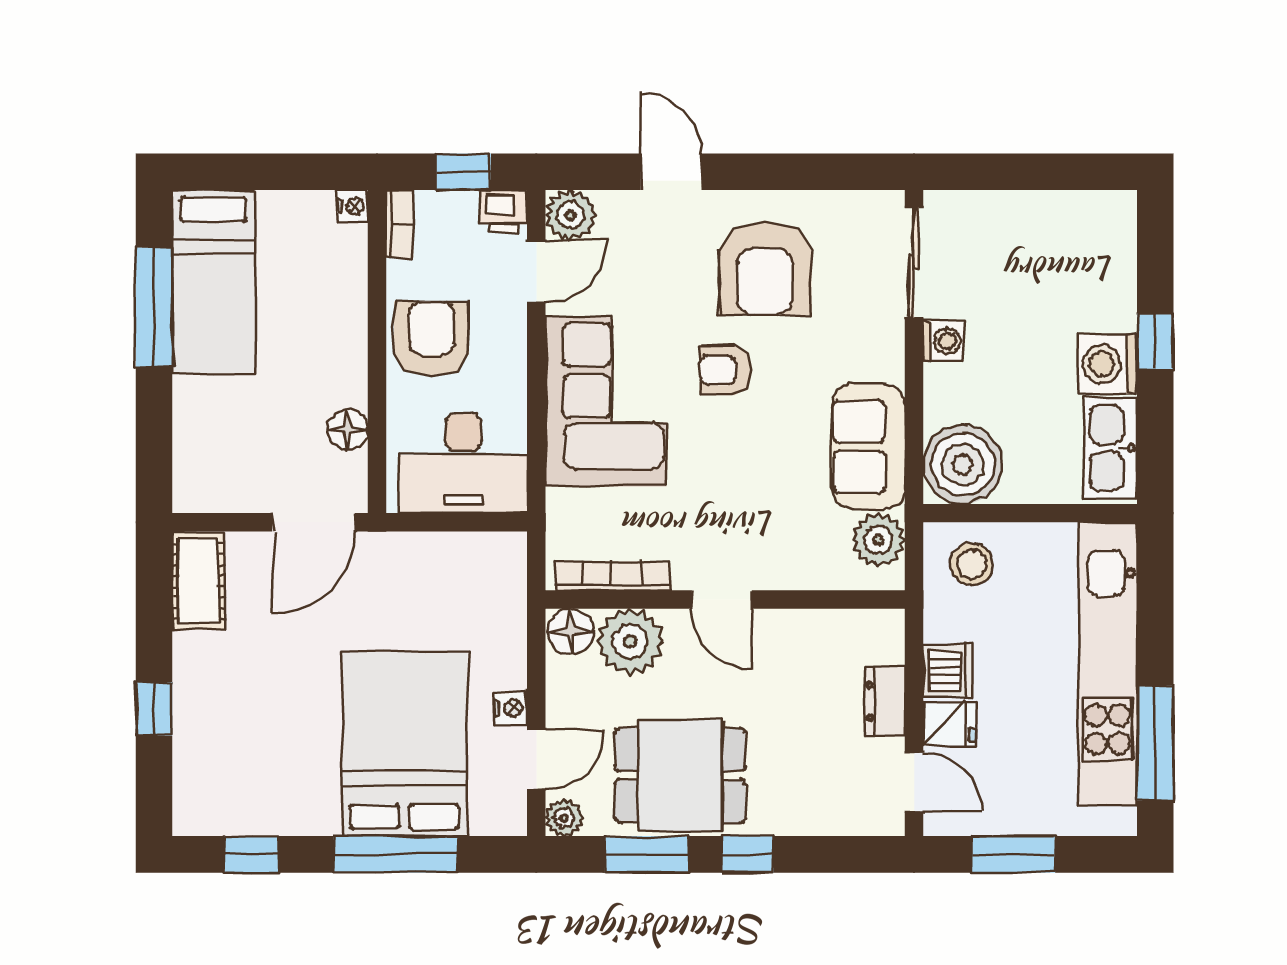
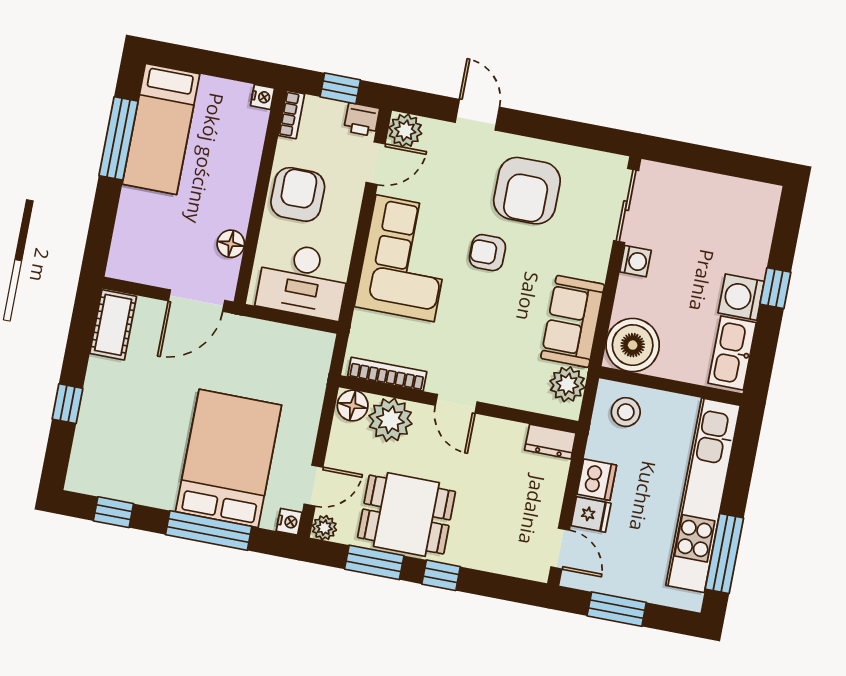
dresser: (885, 701) -> (550, 442), moved, turned -90
nightstand: (511, 708) -> (289, 522), moved

